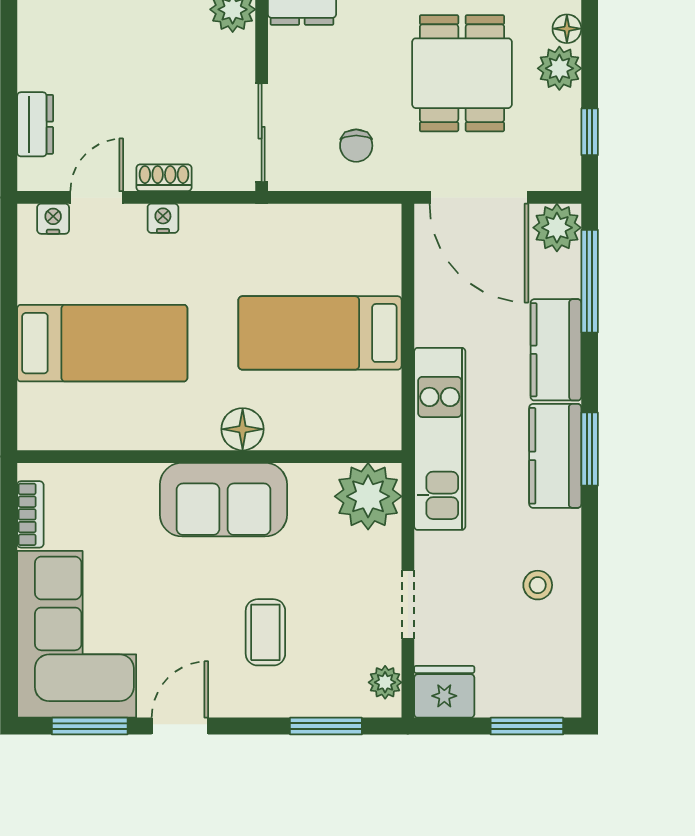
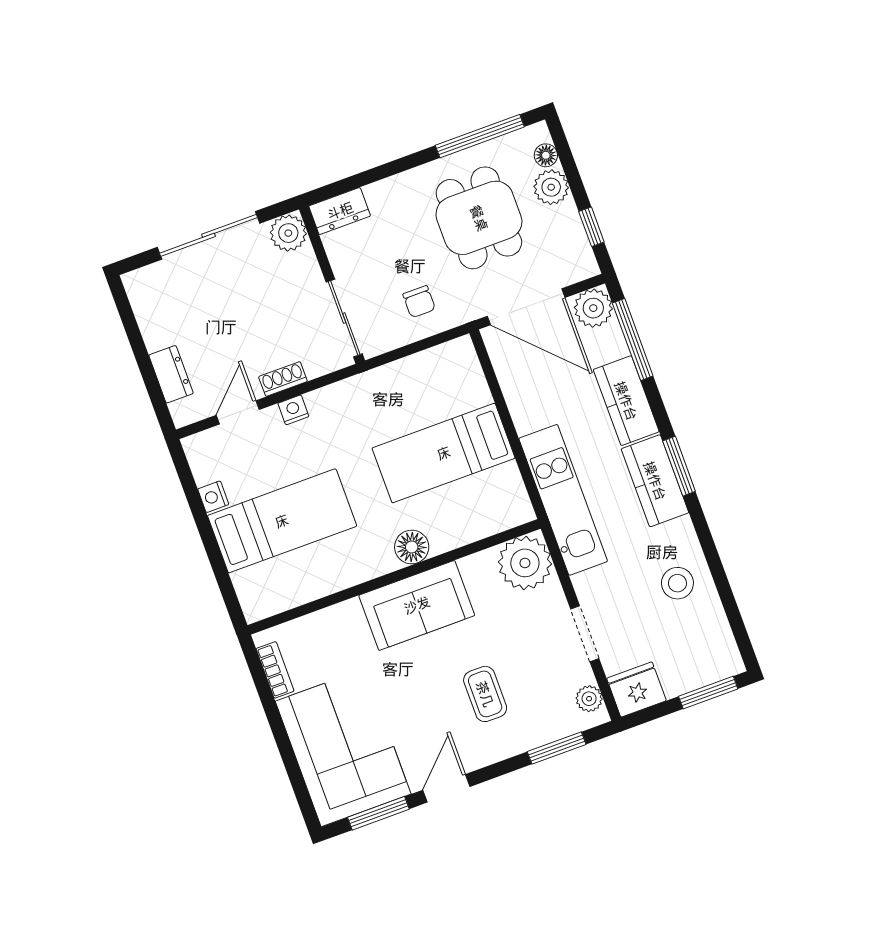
nightstand: (53, 219) -> (213, 497), moved, turned -90
stool: (538, 585) -> (677, 583), width x1.37, depth x1.37

